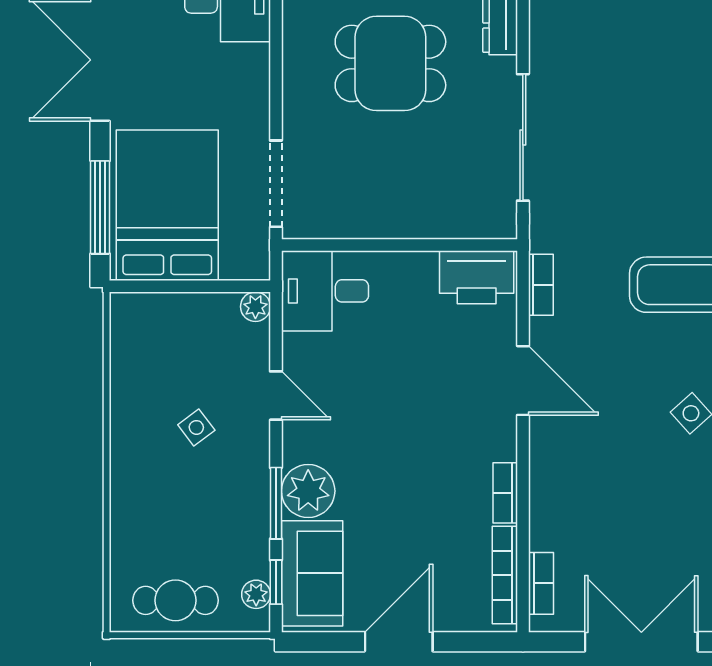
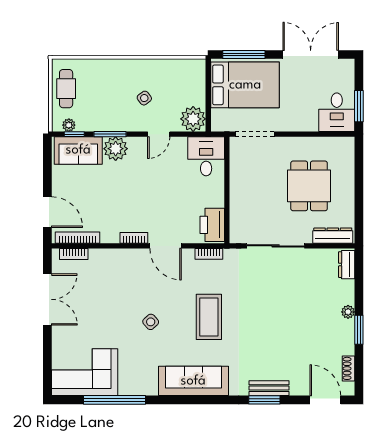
plant: (255, 307) -> (193, 119), width x1.87, depth x1.87
door: (523, 381) -> (166, 246), hinge flipped
bookcase: (505, 493) -> (134, 238), moved
door: (399, 642) -> (47, 212), moved

